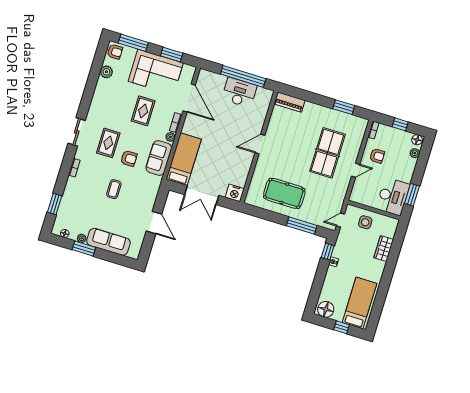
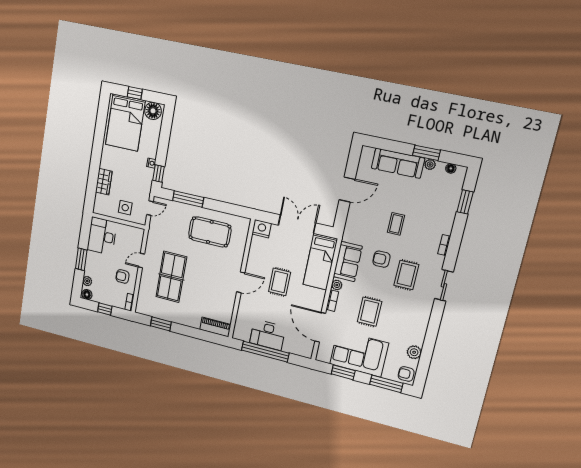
rug: (223, 142) -> (280, 282), added
window: (412, 195) -> (81, 259), moved
door: (154, 223) -> (347, 190), swing flipped
bed: (359, 303) -> (125, 123), width x1.50

